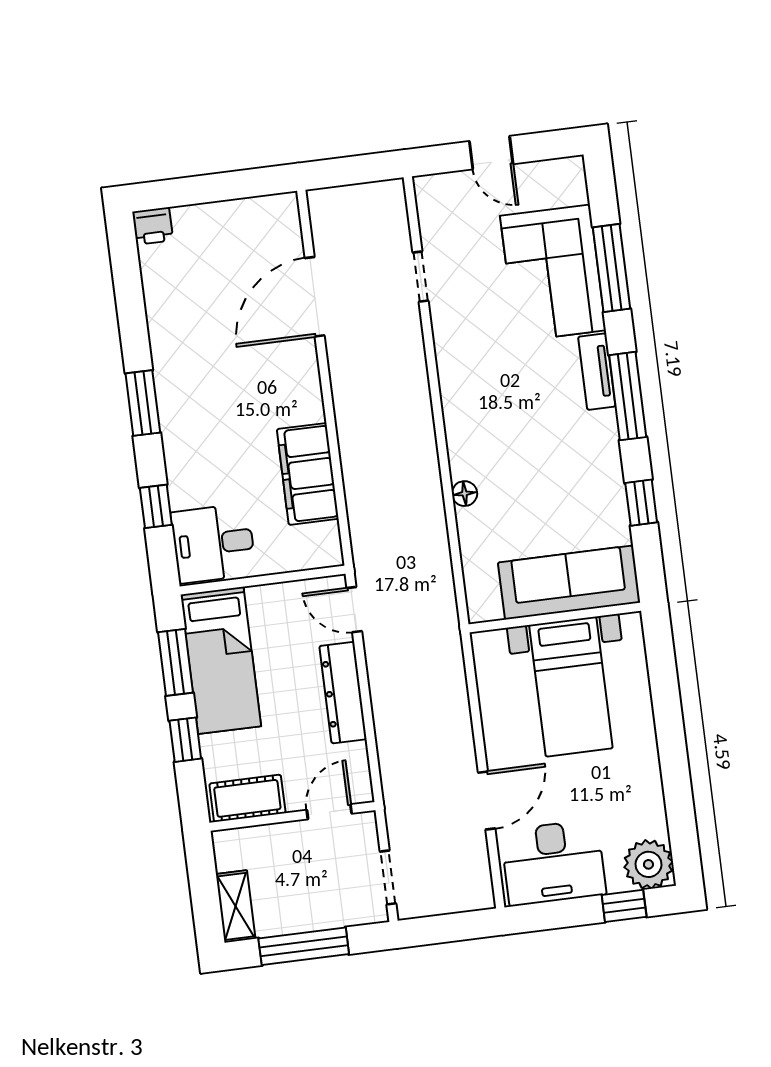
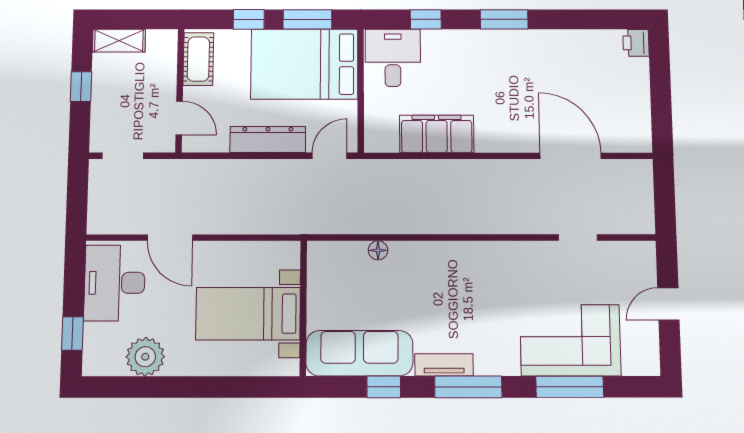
tv unit: (597, 372) -> (444, 365), moved
floor lamp: (465, 494) -> (378, 250), moved
sofa: (569, 583) -> (359, 353), moved, turned -90
bed: (221, 660) -> (304, 64), width x1.50
plant: (648, 864) -> (145, 357), moved
window: (304, 946) -> (81, 87), width x0.46

